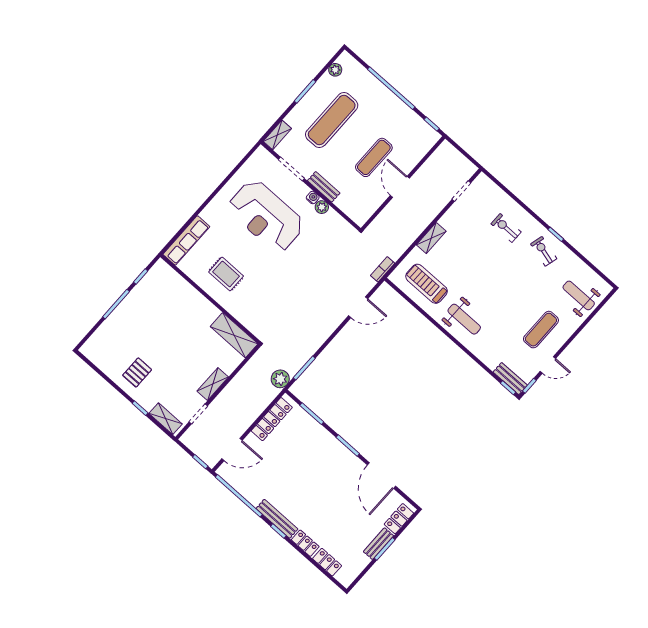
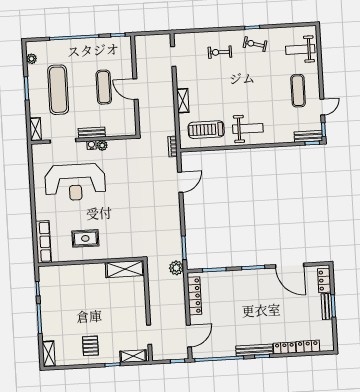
shelving: (213, 384) -> (49, 354), moved

